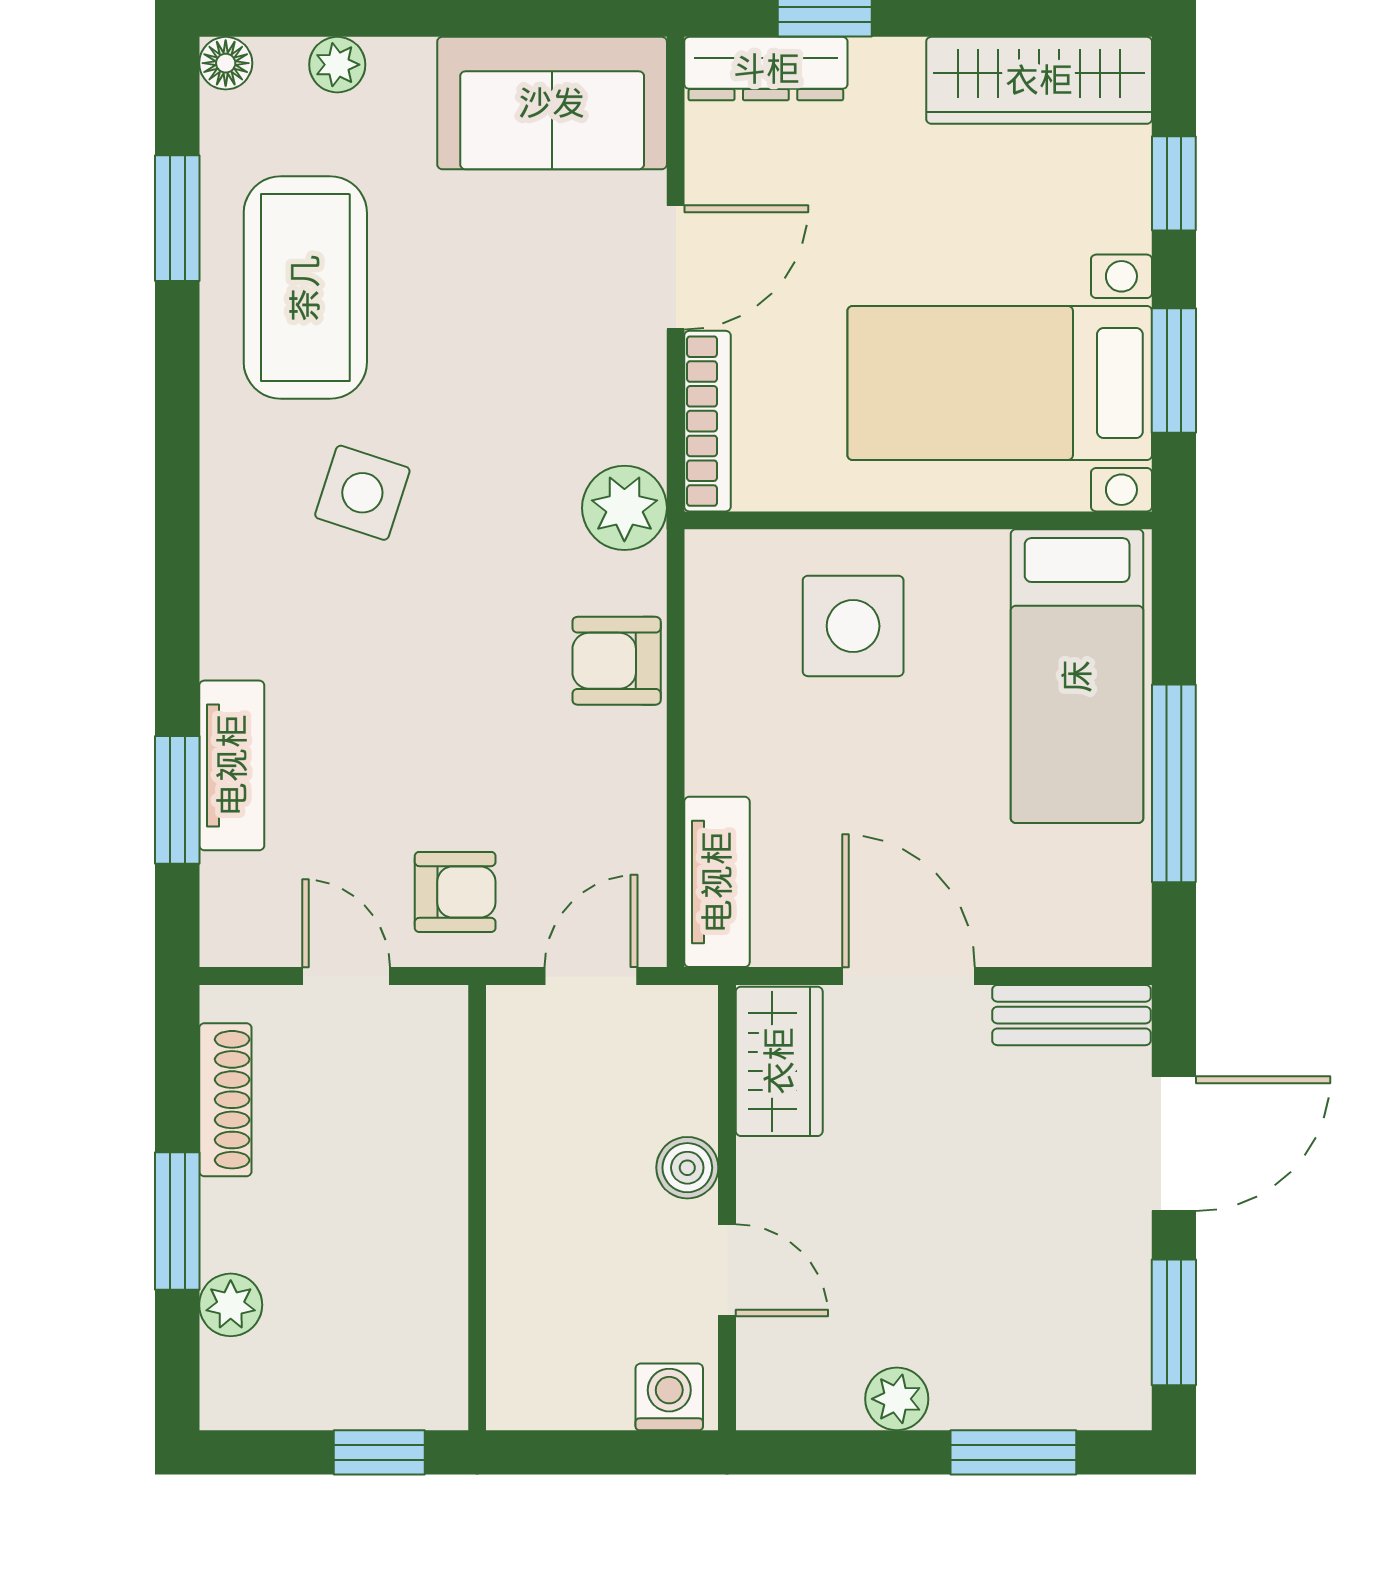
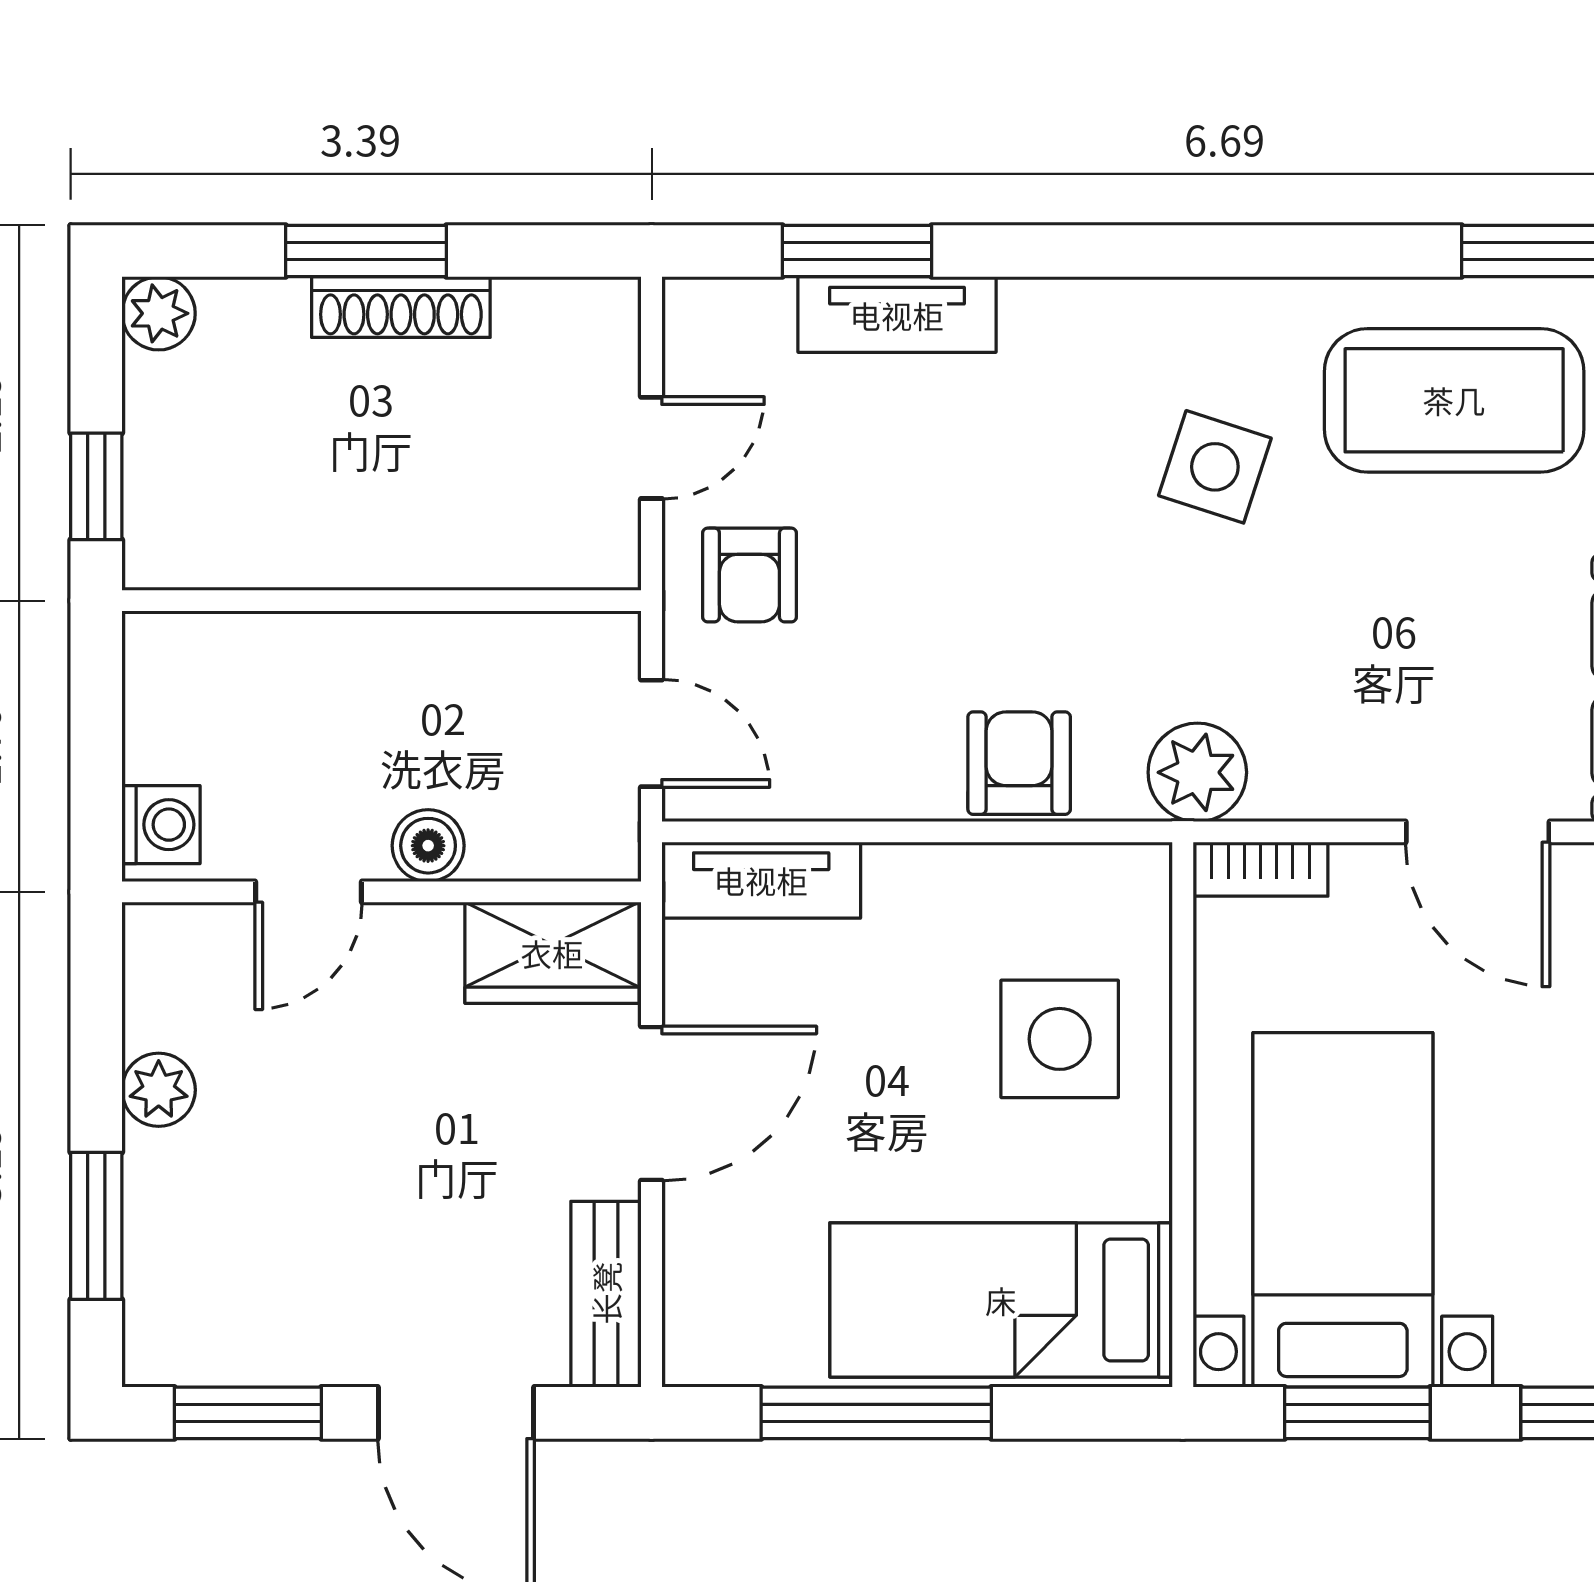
bookcase: (708, 421) -> (1260, 869), width x0.64
shoe rack: (225, 1100) -> (401, 307), moved
plant: (231, 1305) -> (159, 313), moved

